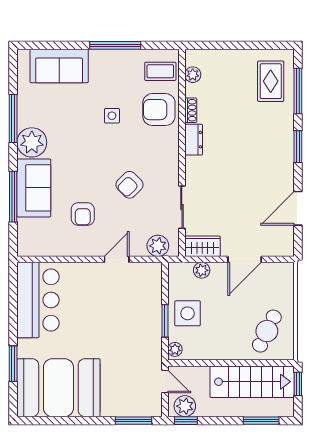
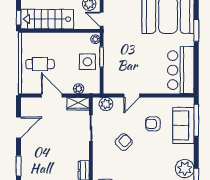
sofa: (34, 188) -> (183, 125), moved
window: (13, 197) -> (196, 120), moved
armchair: (83, 214) -> (153, 124), turned -90
door: (245, 259) -> (52, 96), hinge flipped
cafe table: (267, 331) -> (40, 64), moved, turned 64

